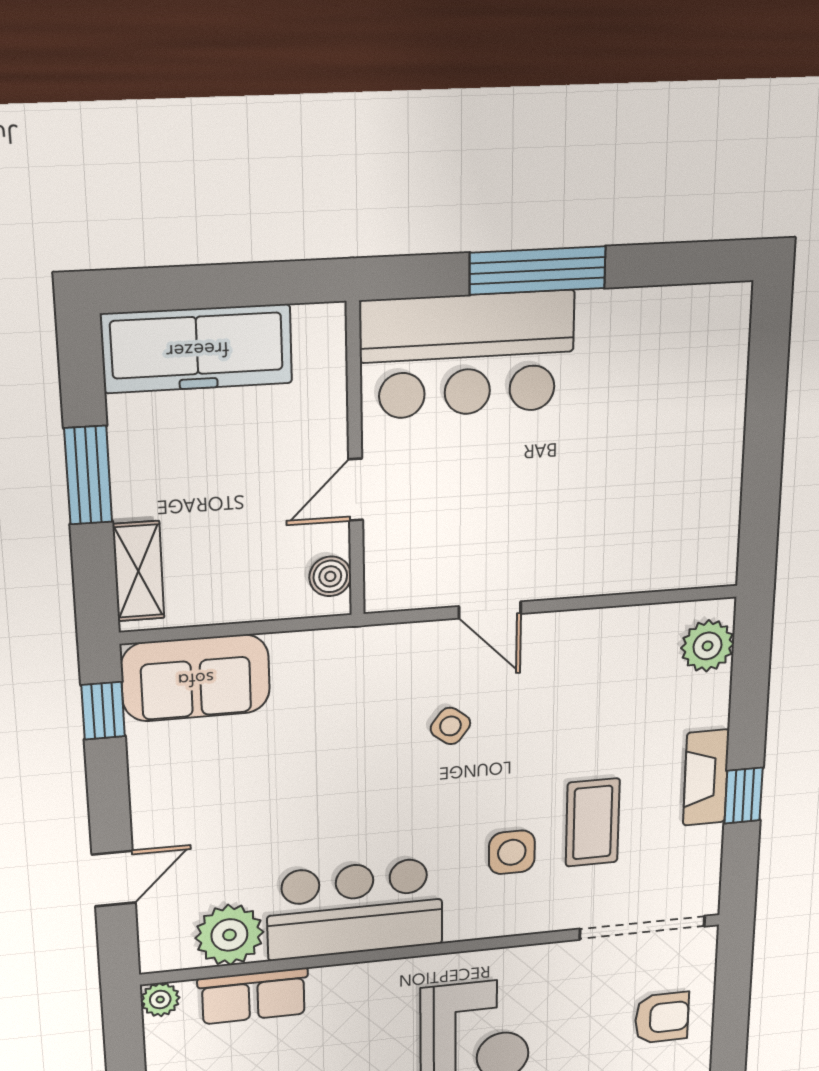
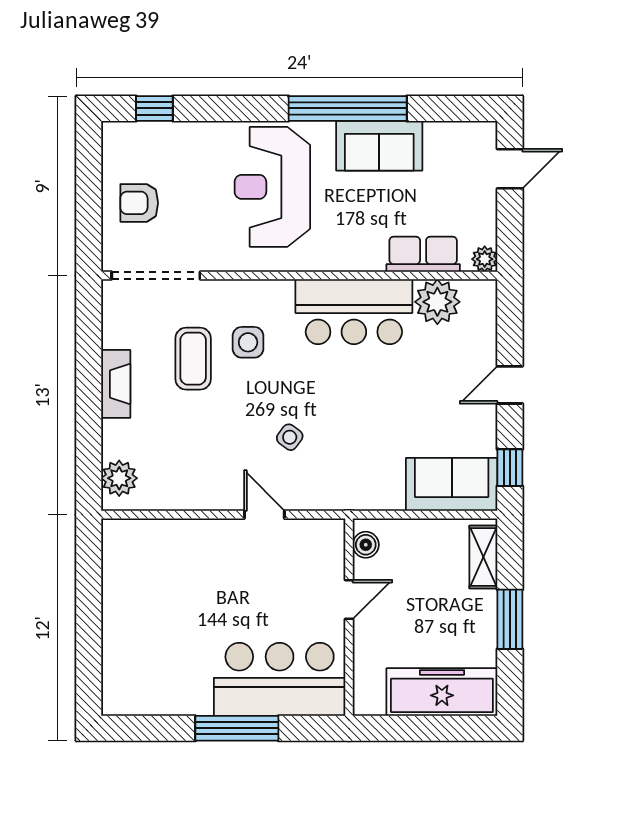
window: (743, 796) -> (89, 368), removed
door: (114, 879) -> (510, 385), moved

